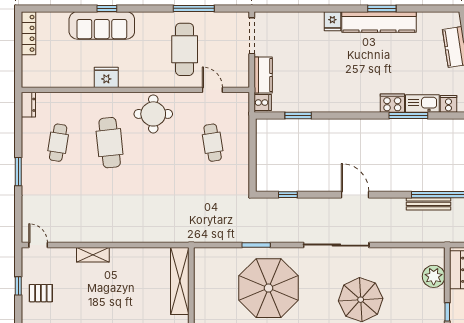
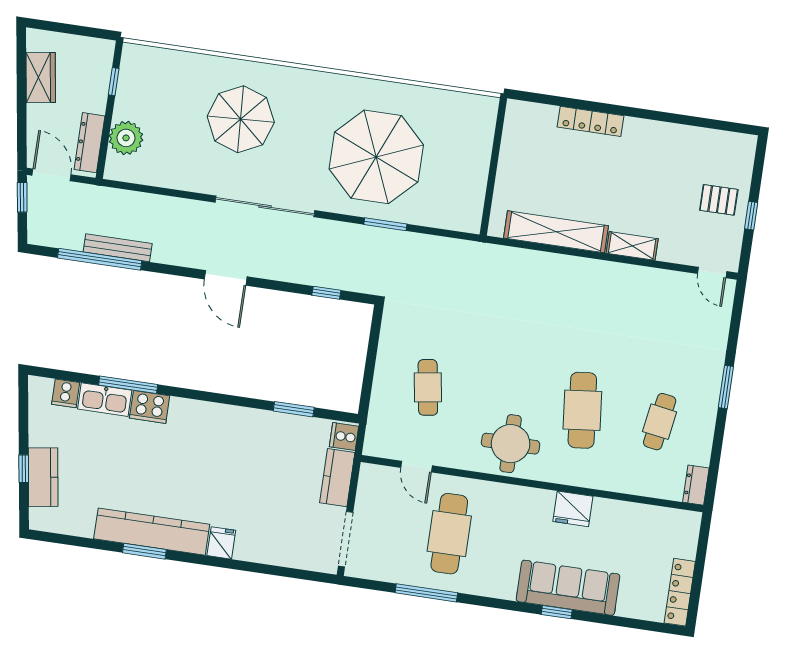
shelving: (180, 281) -> (556, 232), moved, turned 90

